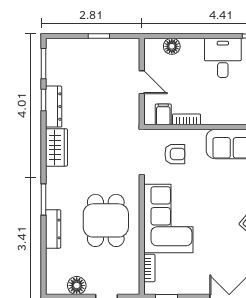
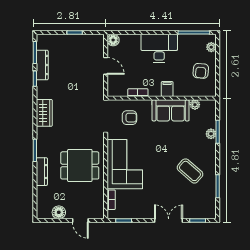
floor lamp: (172, 46) -> (113, 40), moved
desk: (223, 58) -> (159, 48), width x1.37
dresser: (54, 107) -> (42, 65), moved
filing cabinet: (163, 114) -> (167, 89), moved
dining table: (106, 220) -> (80, 165), turned 90

